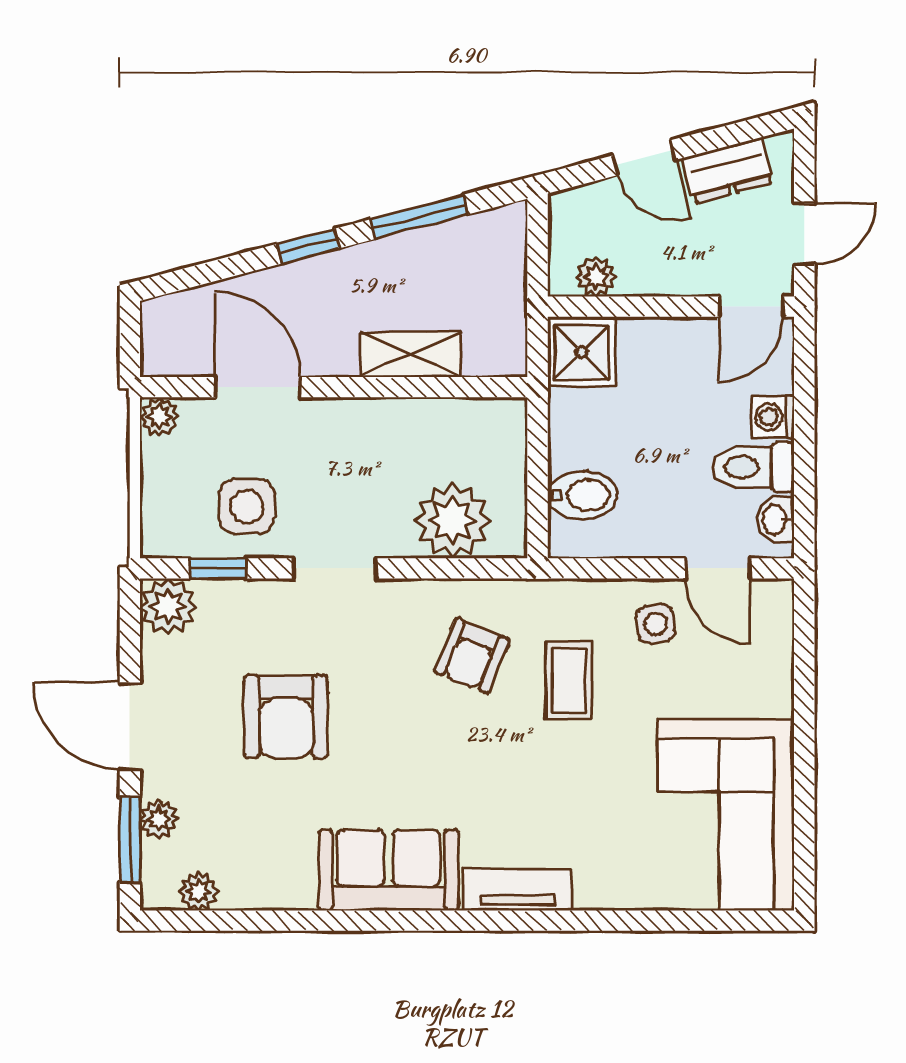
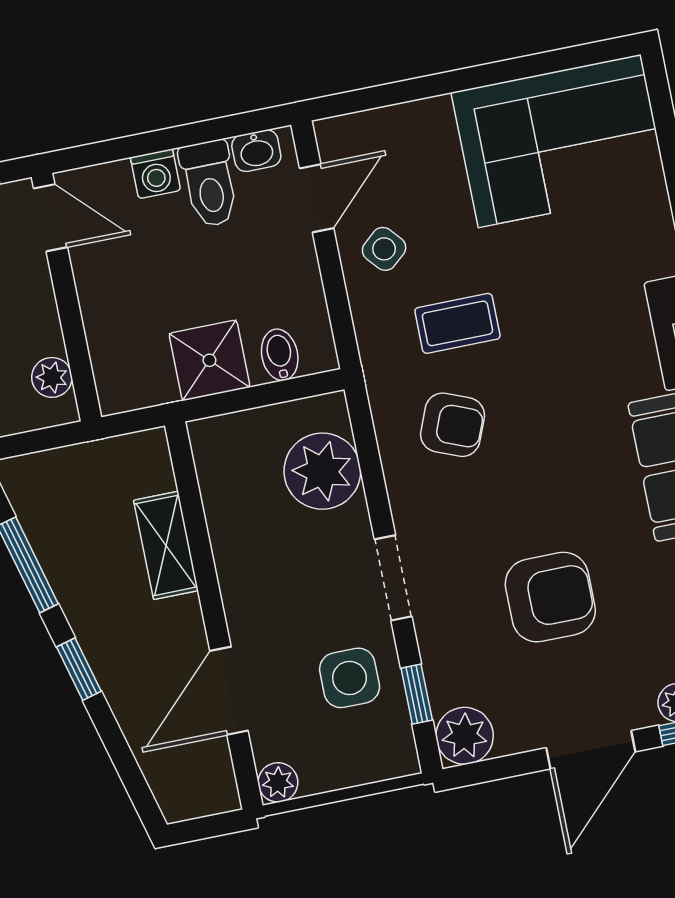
shower: (582, 352) -> (209, 360), moved
bidet: (583, 495) -> (280, 355), width x0.72, depth x0.74
side table: (656, 624) -> (384, 249), turned -33

